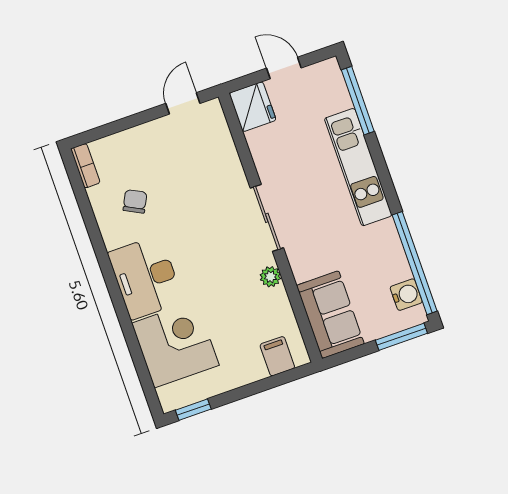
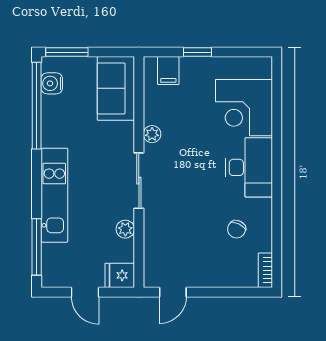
fridge: (253, 107) -> (120, 275), width x0.72
plant: (263, 157) -> (125, 229), added
window: (193, 410) -> (198, 52), moved

